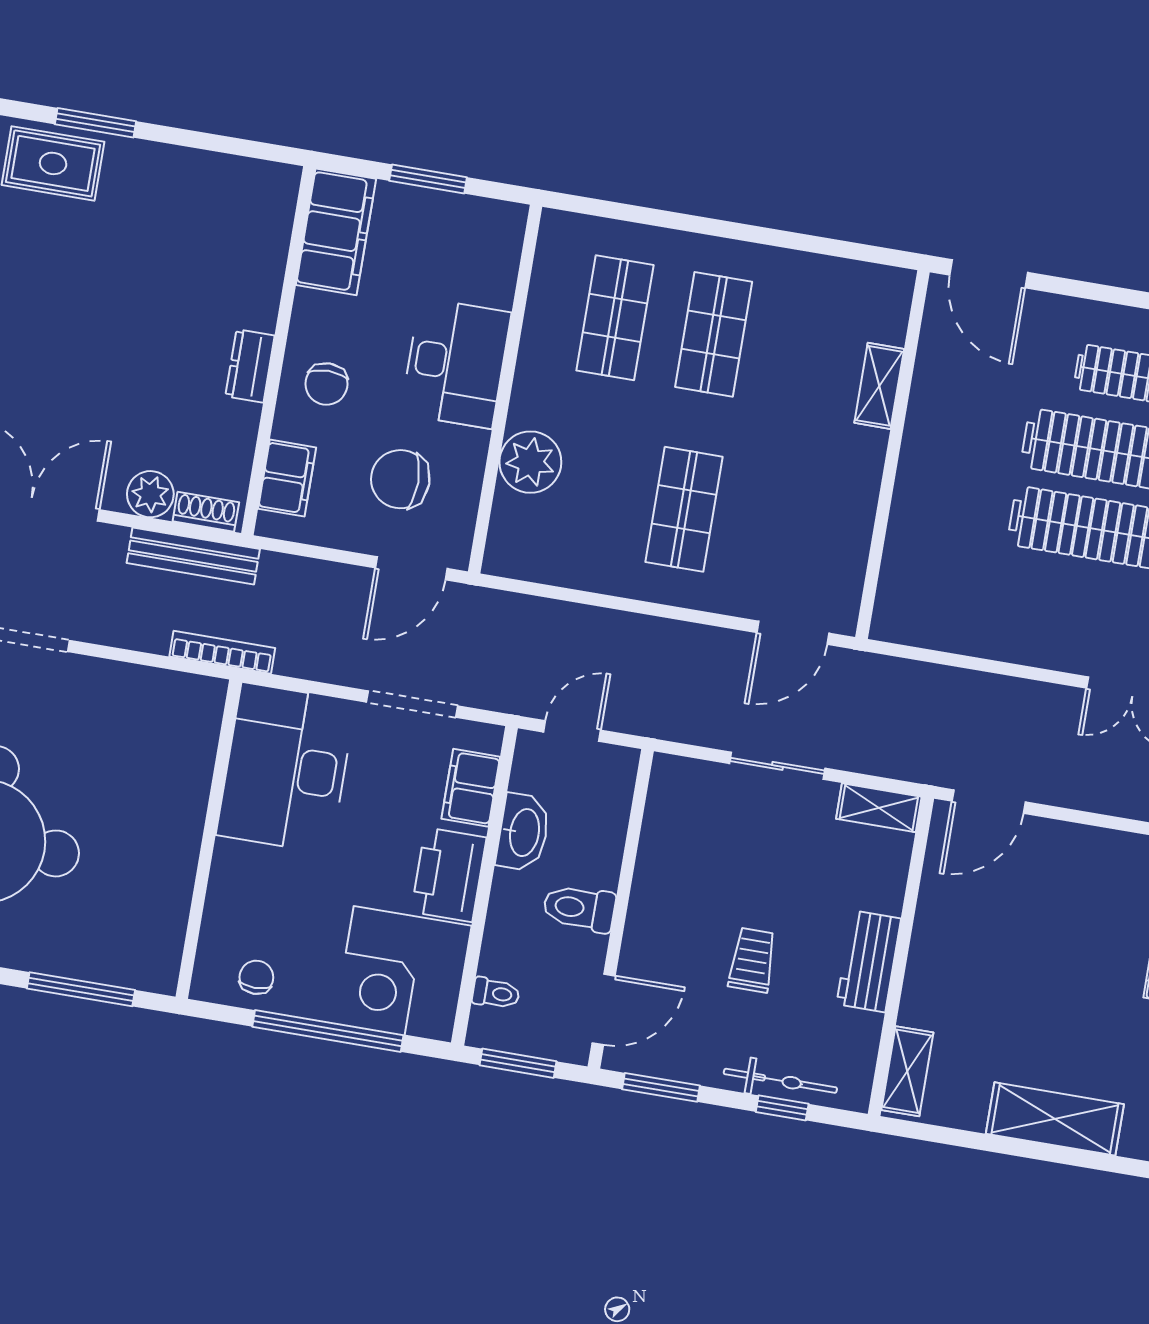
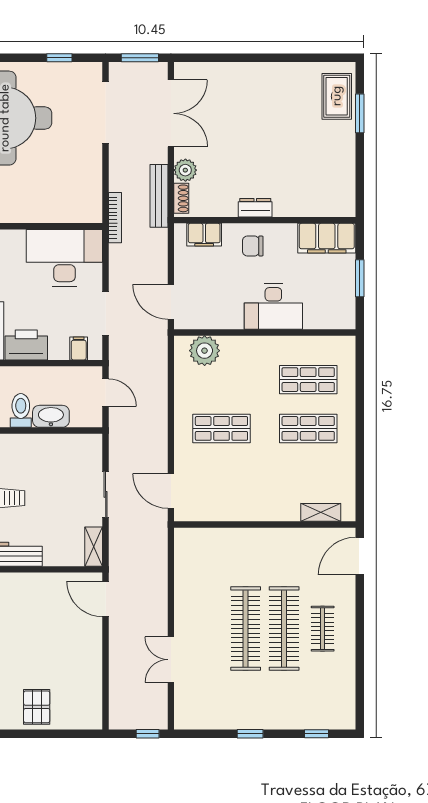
shelving: (879, 386) -> (321, 512), moved
plant: (530, 462) -> (205, 351), moved
chair: (400, 479) -> (213, 289), removed
filing cabinet: (471, 788) -> (79, 348), width x0.50
washbasin: (523, 832) -> (51, 416), moved, turned 180

